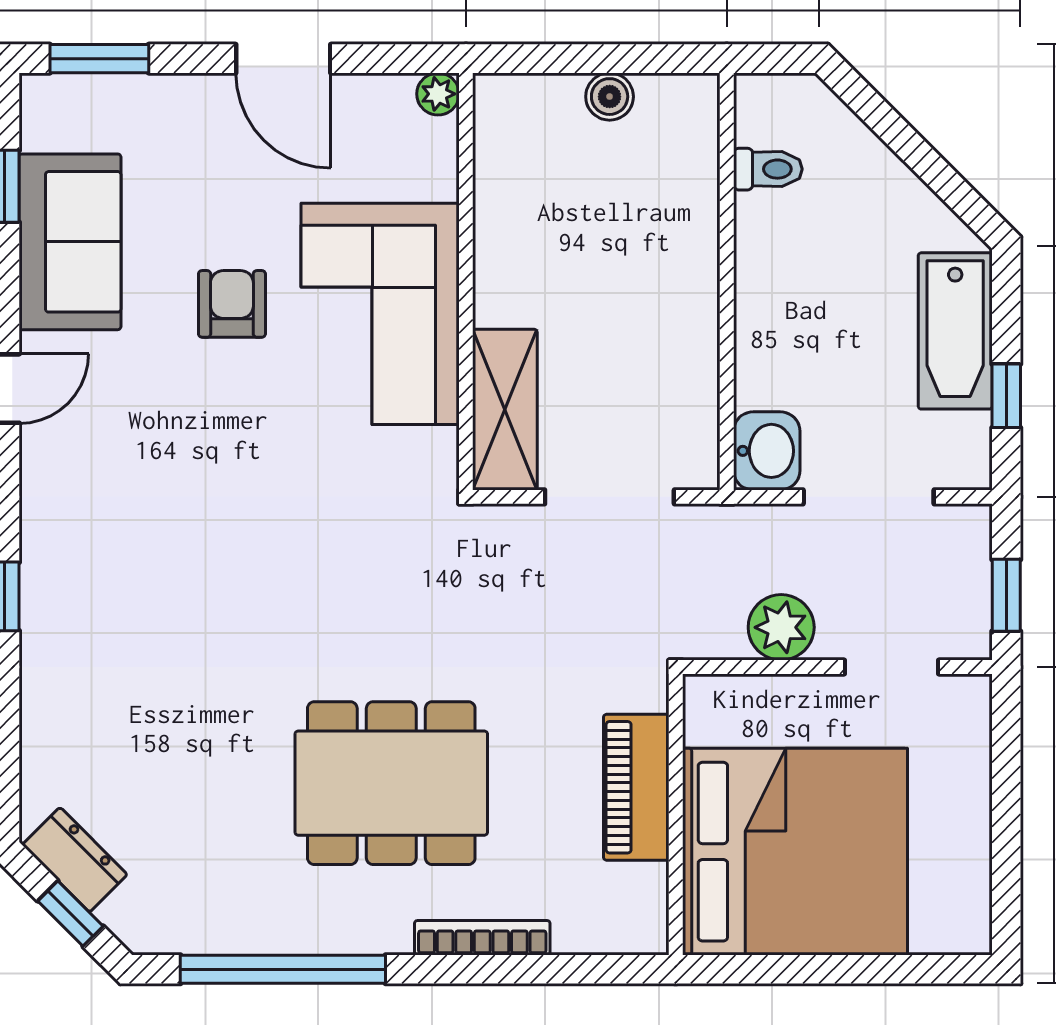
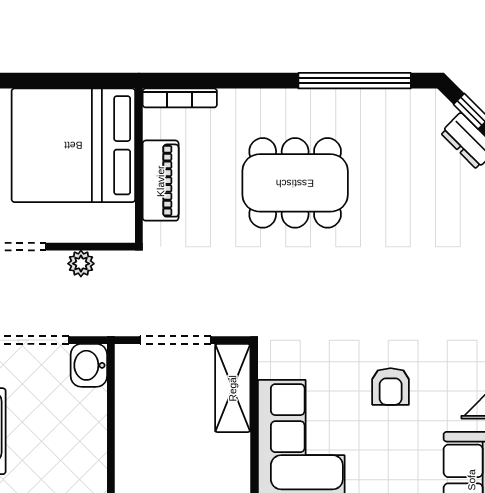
armchair: (232, 304) -> (391, 386), moved
plant: (781, 627) -> (81, 264), width x0.73, depth x0.73
bookcase: (482, 938) -> (180, 98), moved

